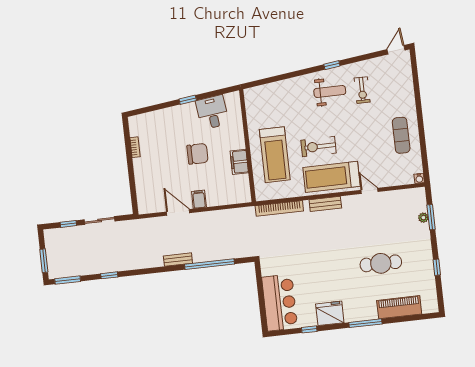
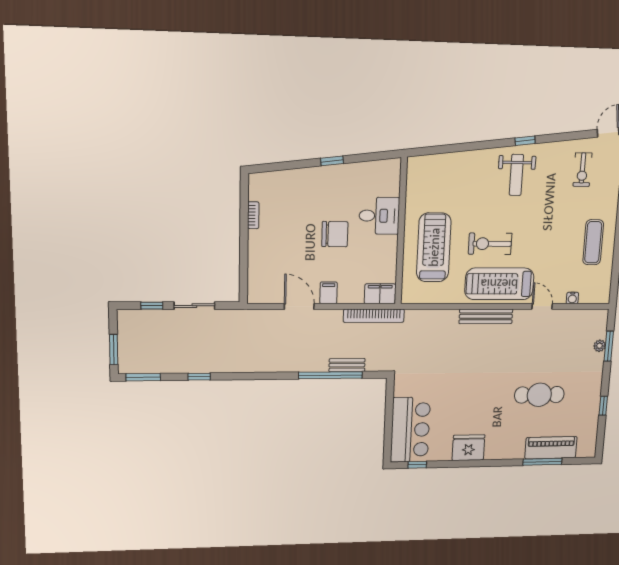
exercise bike: (362, 90) -> (582, 170), moved
weight bench: (330, 92) -> (516, 175), turned 90
desk: (212, 112) -> (379, 216), moved, turned 97
treadmill: (275, 155) -> (434, 247), turned 180
filing cabinet: (239, 162) -> (380, 294), moved, turned 90
water cooler: (419, 178) -> (572, 298), moved
bench: (325, 204) -> (486, 316), width x1.36
bookcase: (279, 208) -> (374, 316), moved
bench: (178, 260) -> (347, 365), moved
window: (365, 323) -> (542, 462), moved
window: (309, 329) -> (417, 465), moved

